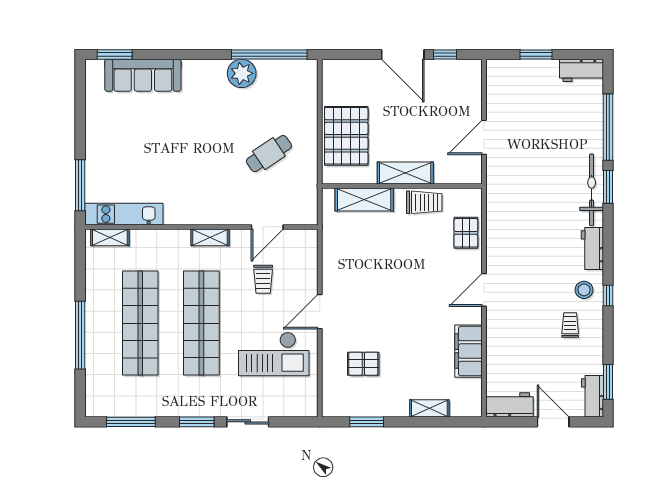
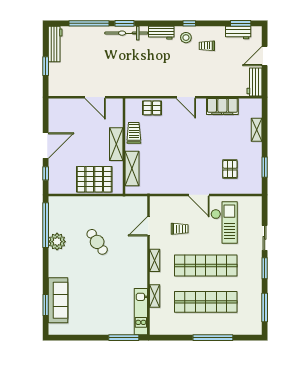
window: (115, 54) -> (46, 305), moved
window: (445, 54) -> (46, 173), moved
workbench: (581, 70) -> (55, 44), width x1.38
cafe table: (269, 154) -> (97, 242), moved
door: (267, 227) -> (148, 226), swing flipped
shelving: (110, 237) -> (155, 296), moved
workbench: (592, 396) -> (238, 33), moved

